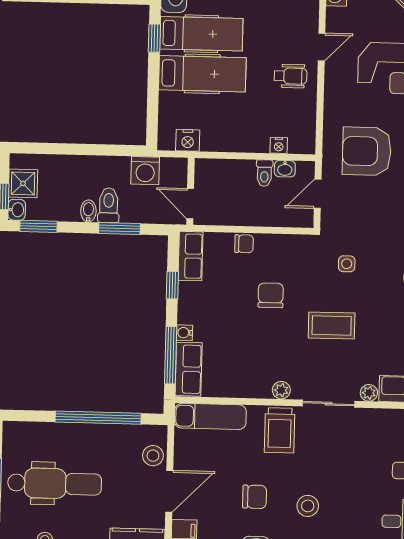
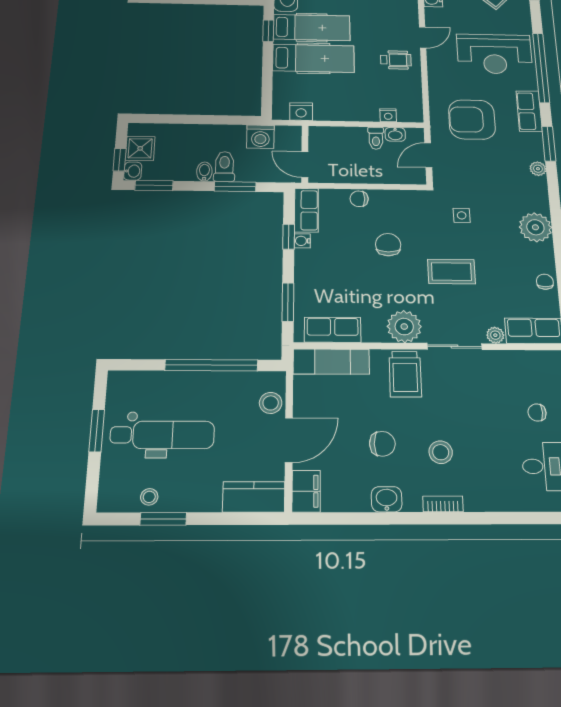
chair: (244, 244) -> (359, 199), turned 180
water cooler: (185, 333) -> (302, 241), moved
window: (171, 355) -> (288, 302), width x0.69
row of seats: (189, 369) -> (333, 330), moved, turned -90
plant: (281, 390) -> (404, 327), width x1.88, depth x1.88

